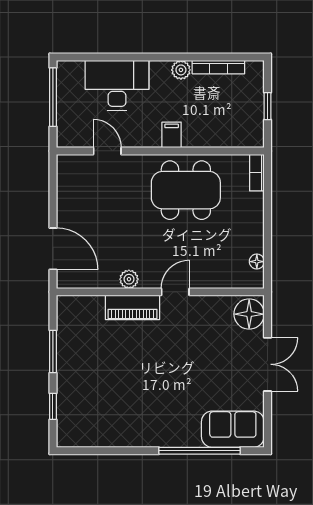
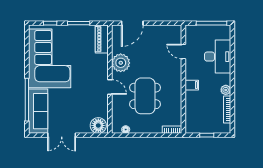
door: (107, 151) -> (183, 51), swing flipped
dining table: (186, 190) -> (145, 96), moved
plant: (129, 279) -> (121, 63), width x1.87, depth x1.87
piano: (133, 307) -> (102, 39), moved
double door: (268, 364) -> (62, 135), moved
corner sofa: (121, 407) -> (50, 58), added
sofa: (233, 429) -> (38, 111), width x1.36

